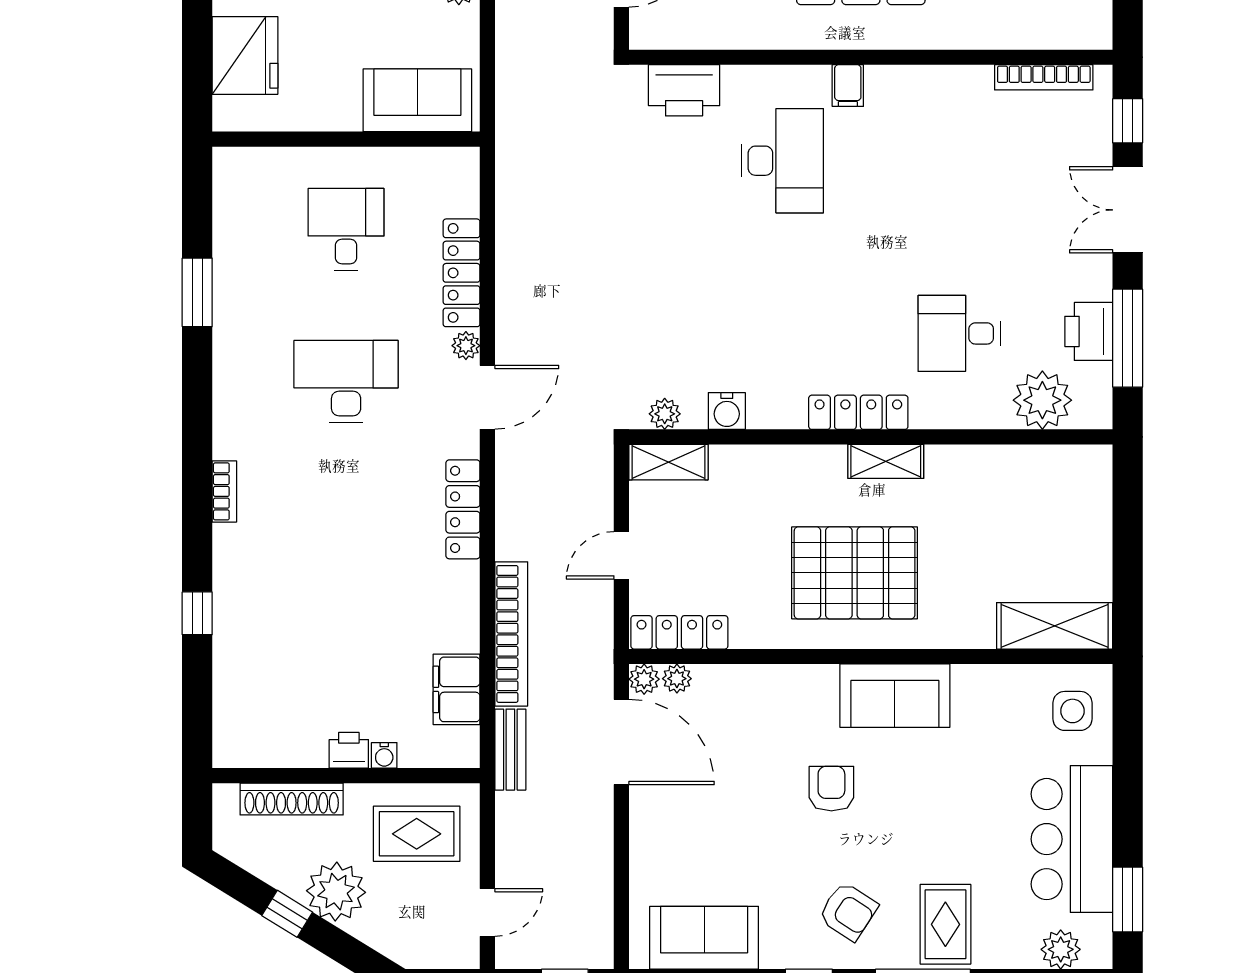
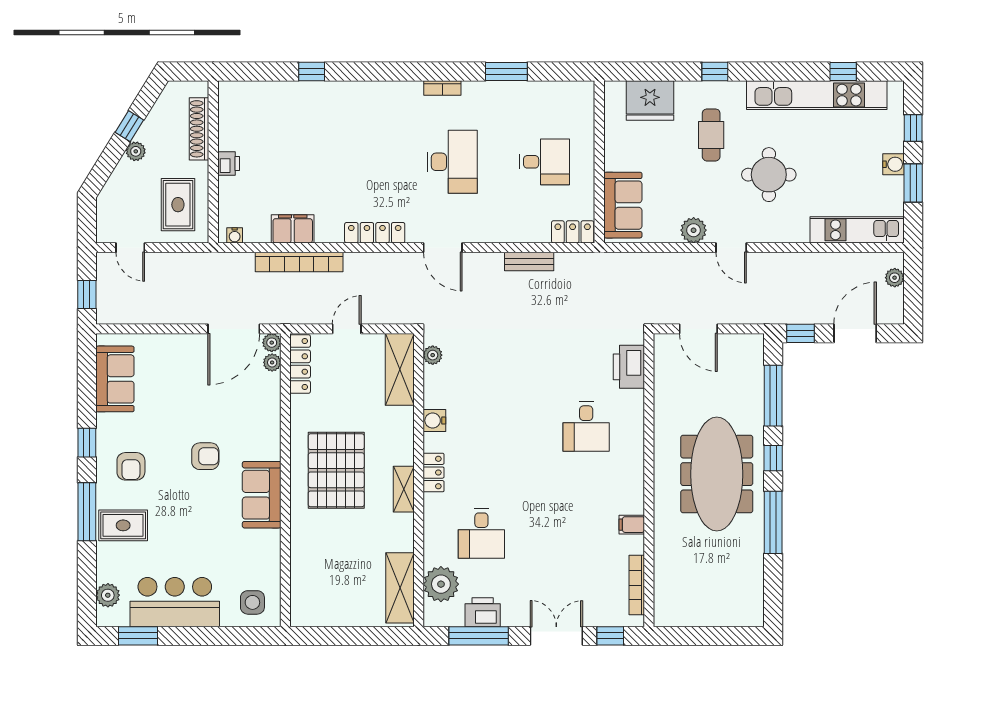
filing cabinet: (848, 86) -> (632, 525), moved
desk: (783, 161) -> (586, 427), width x0.73
locker: (462, 273) -> (573, 232), moved, width x0.66
desk: (959, 333) -> (481, 534), turned 180
plant: (466, 346) -> (474, 235), removed
water cooler: (727, 411) -> (434, 421), moved
locker: (858, 412) -> (434, 473), width x0.66
shelving: (668, 462) -> (400, 369), width x1.50, depth x1.33
bookcase: (224, 491) -> (442, 88), moved
door: (621, 555) -> (347, 329), hinge flipped
shelving: (1055, 626) -> (400, 588), moved
filing cabinet: (457, 689) -> (293, 229), moved
bench: (510, 750) -> (529, 261), moved
water cooler: (384, 755) -> (235, 235), moved, turned -90
plant: (336, 892) -> (136, 151), width x0.53, depth x0.53
armchair: (848, 911) -> (131, 466), turned -33

